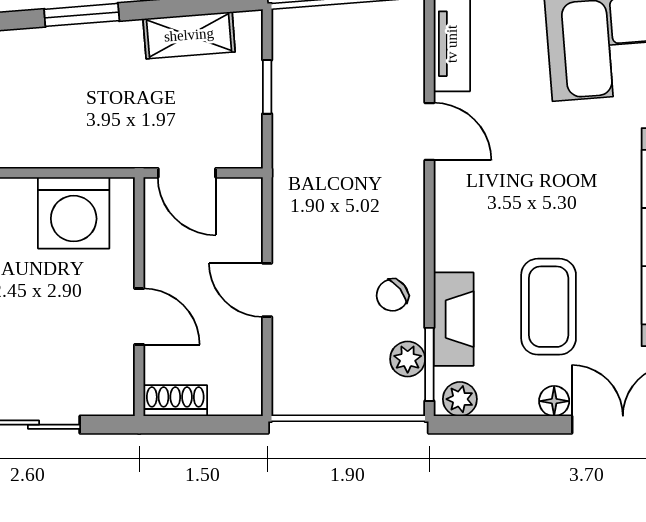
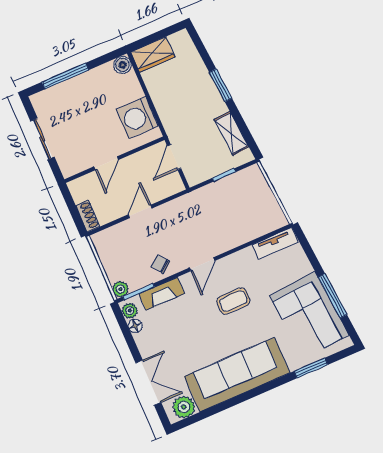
door: (429, 132) -> (202, 264), moved
coffee table: (549, 307) -> (233, 301), moved, width x0.73, depth x0.77
plant: (408, 359) -> (120, 289), moved
shoe rack: (175, 401) -> (88, 216), moved
floor lamp: (554, 401) -> (135, 326), moved

